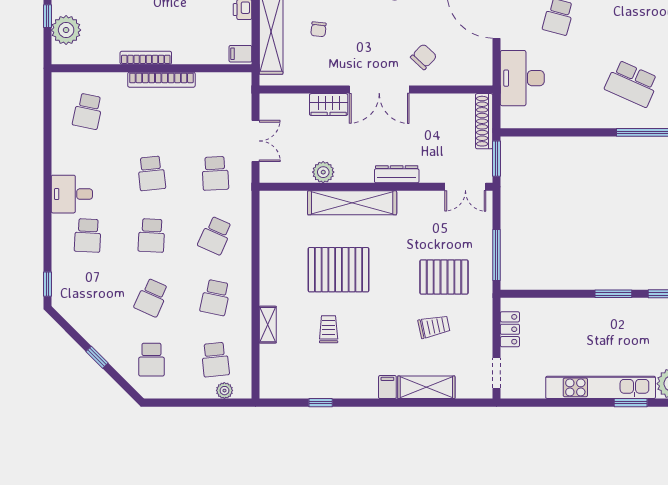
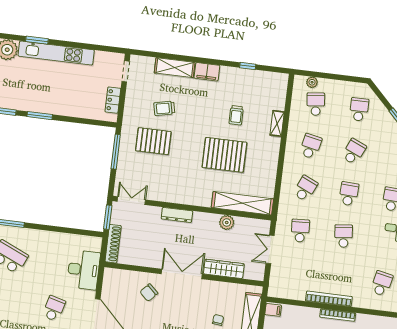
wardrobe: (329, 105) -> (224, 269), width x1.50
shelving: (352, 203) -> (242, 203), moved
filing cabinet: (387, 387) -> (207, 72), width x2.00

